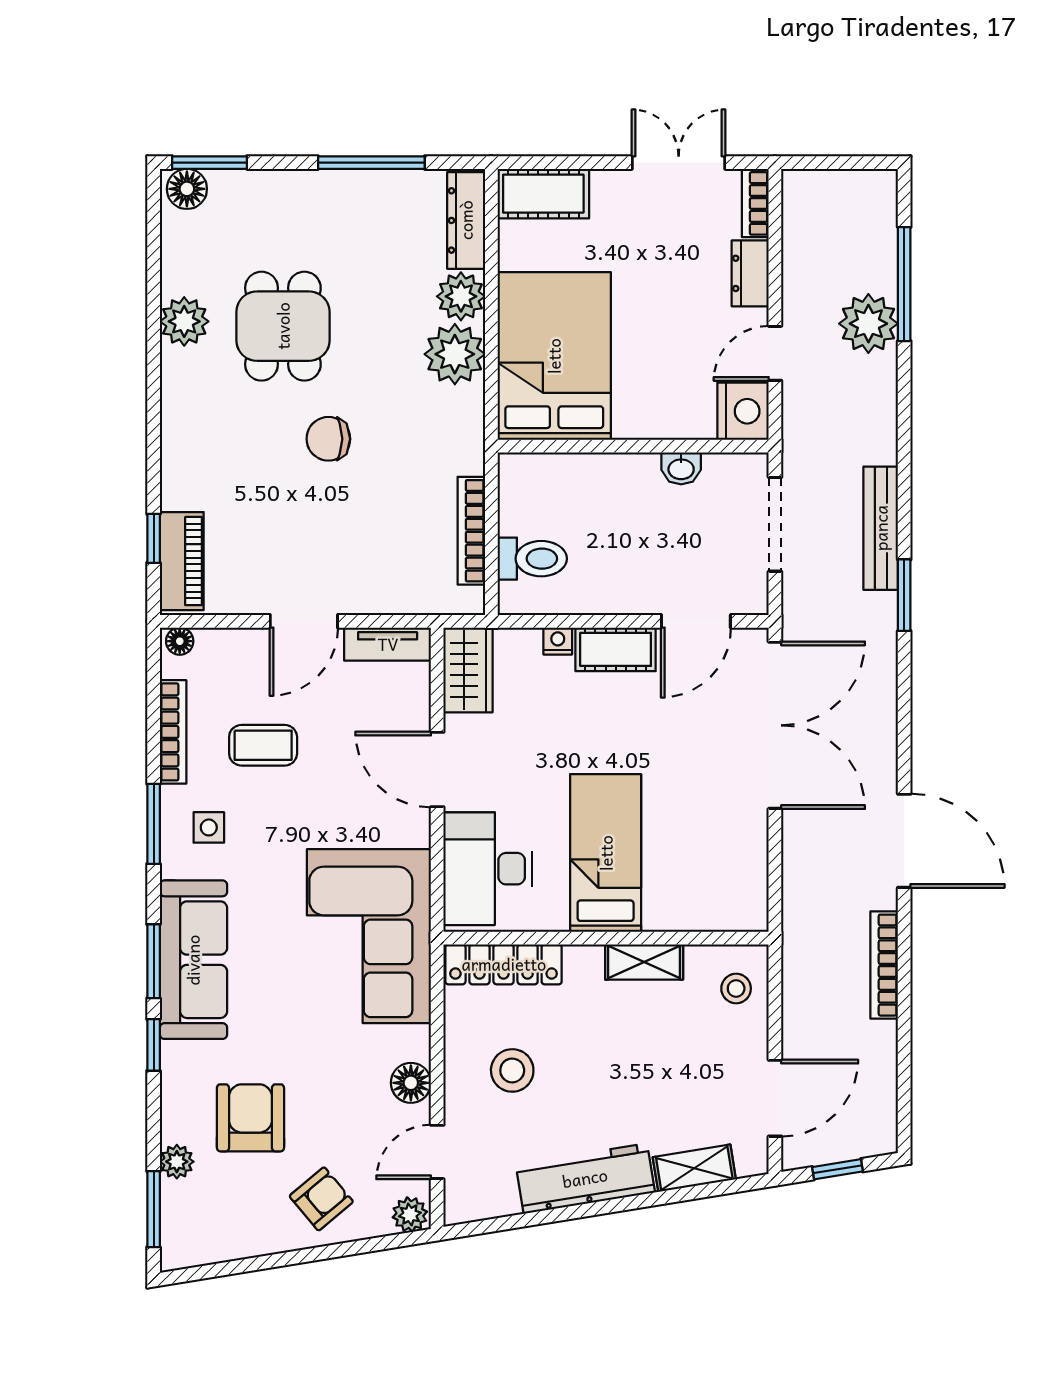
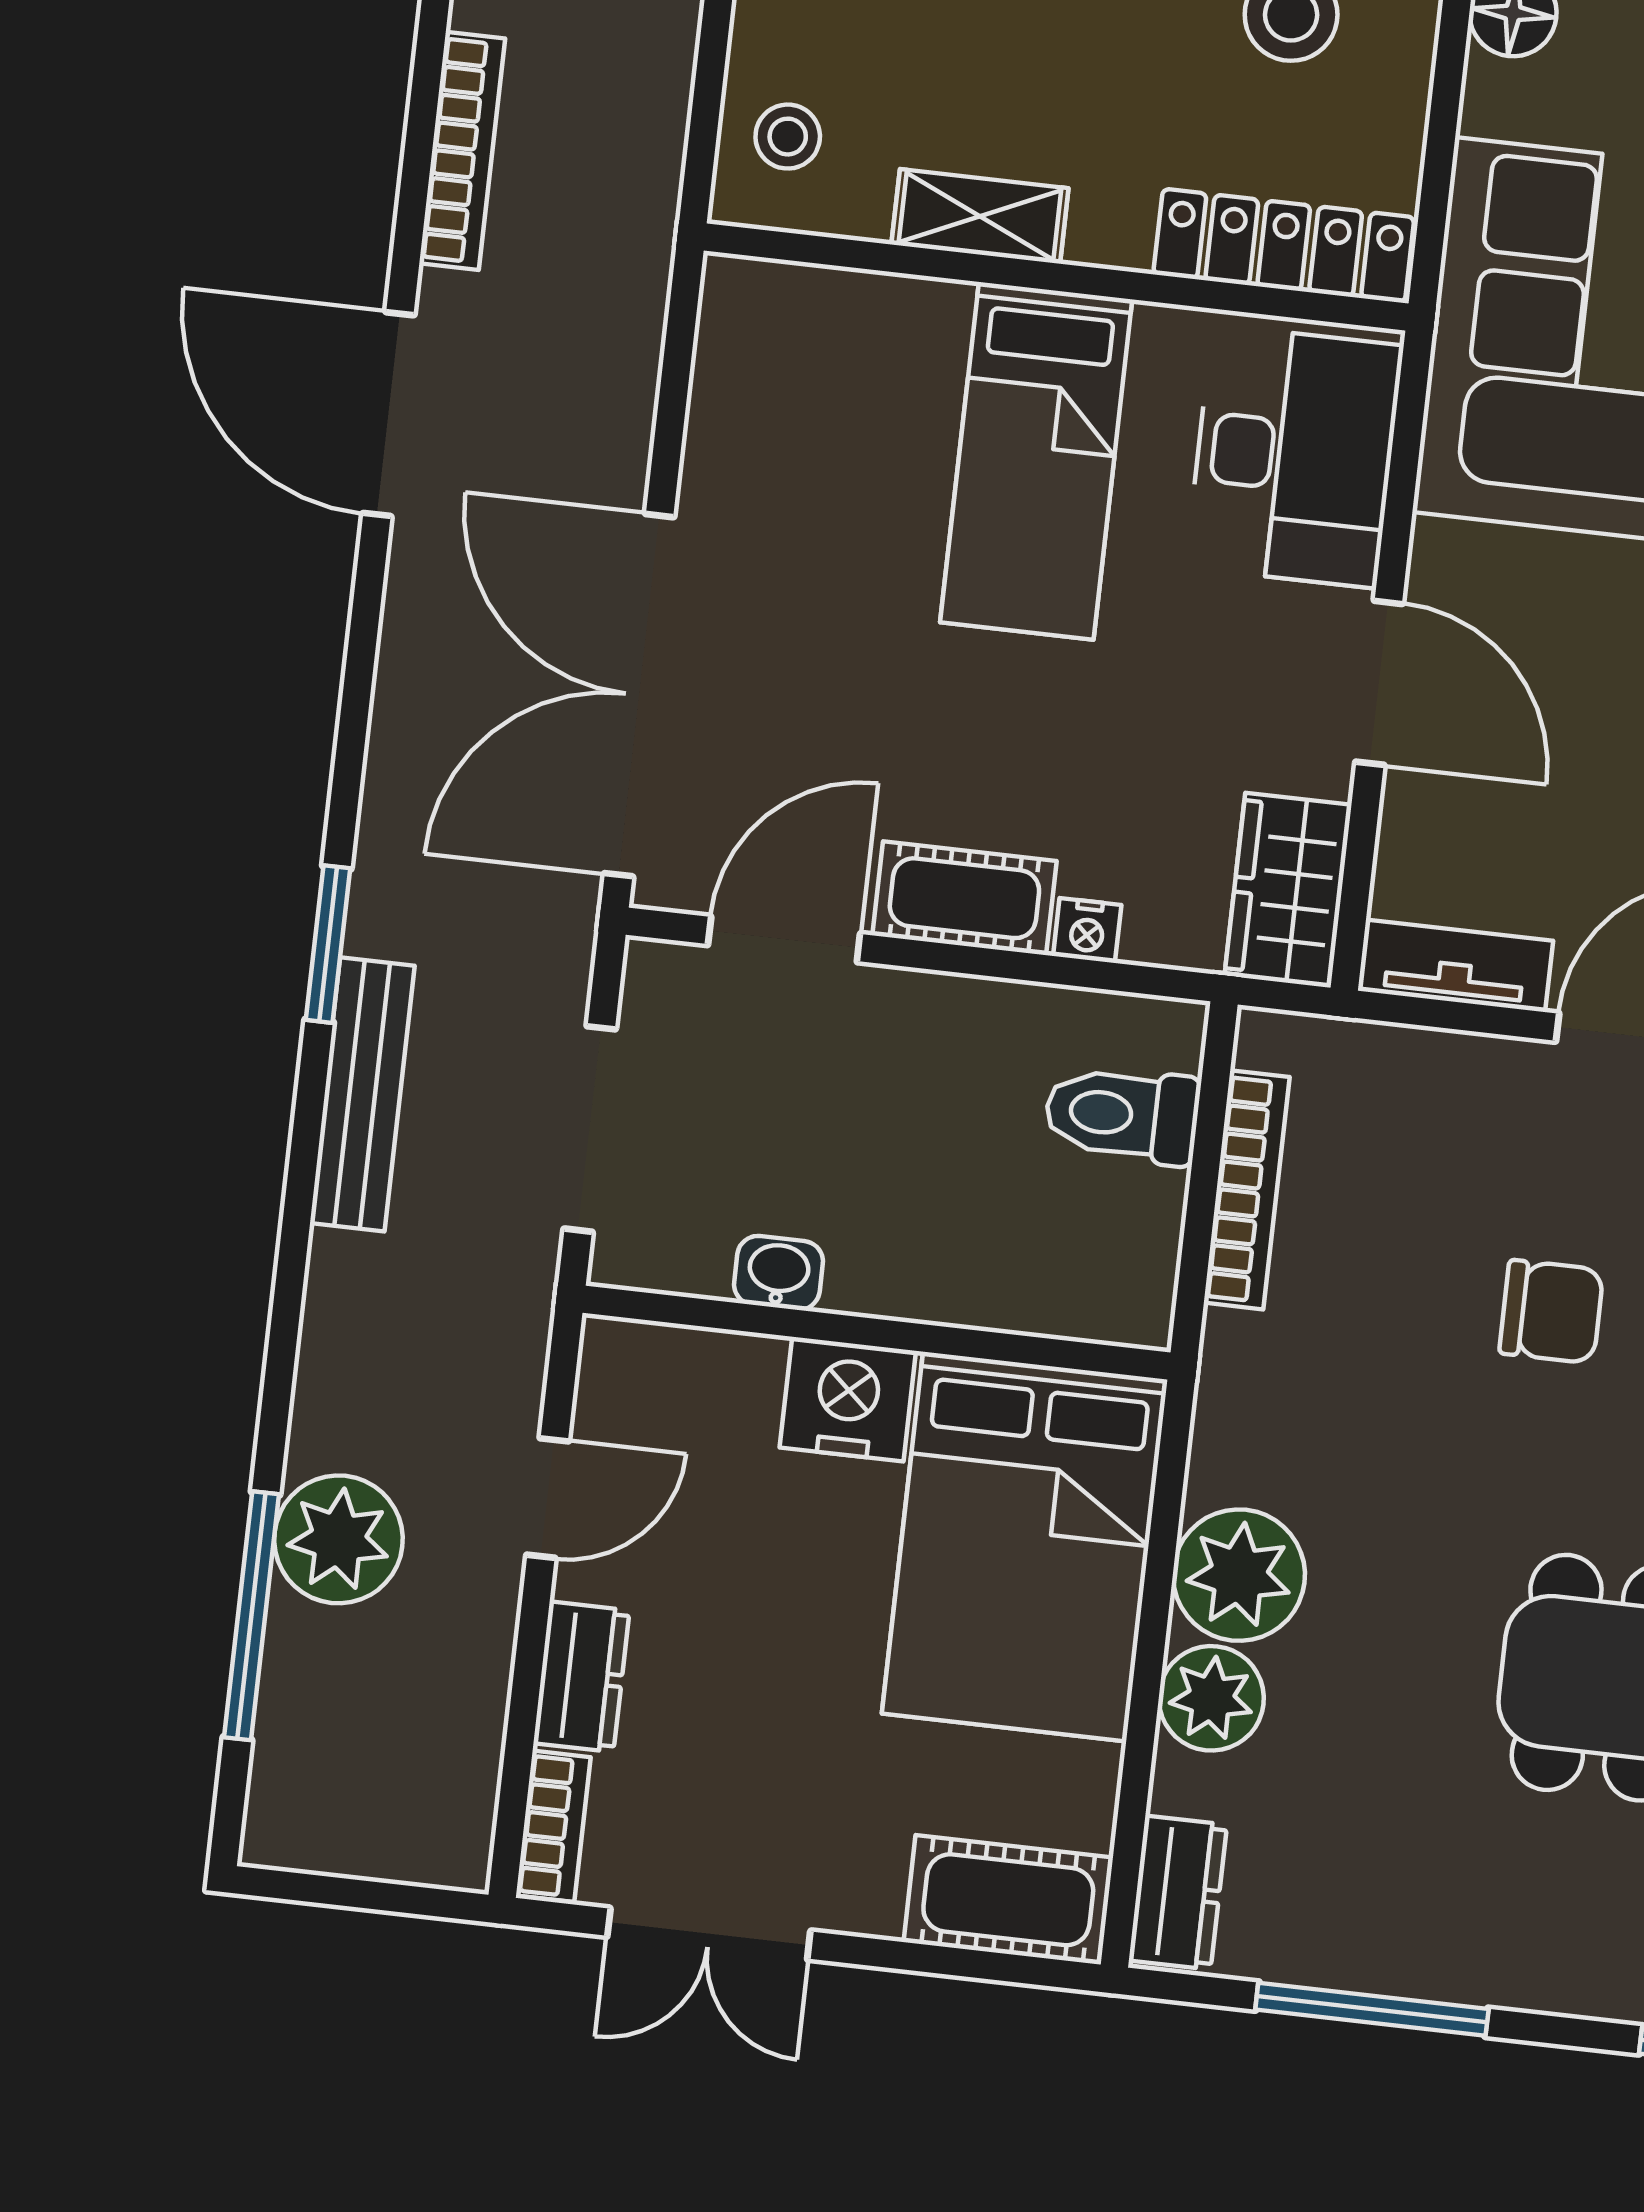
dresser: (466, 220) -> (1178, 1893), width x0.70
nightstand: (743, 411) -> (848, 1399), moved, turned 90
chair: (328, 439) -> (1551, 1312), moved

